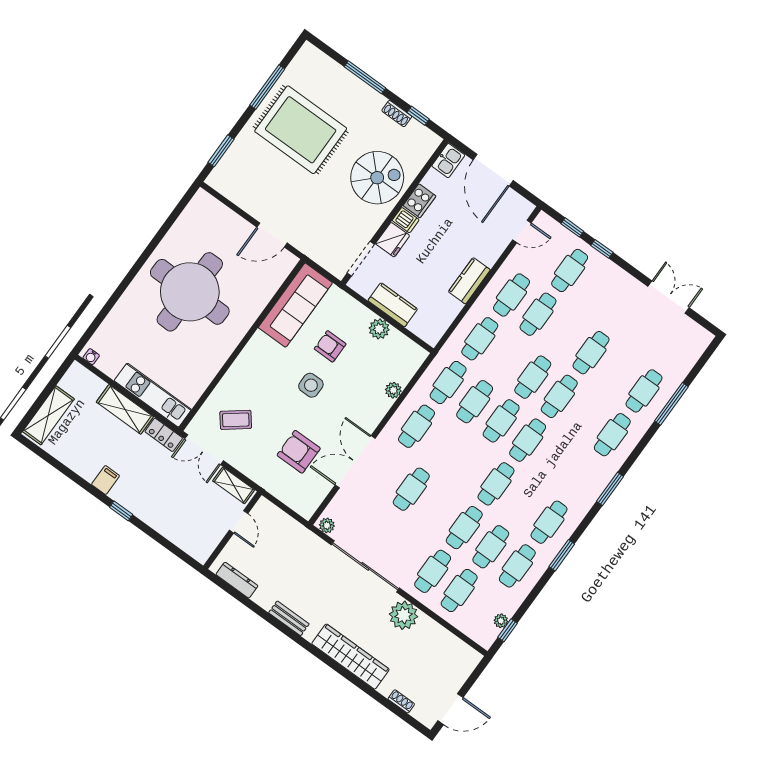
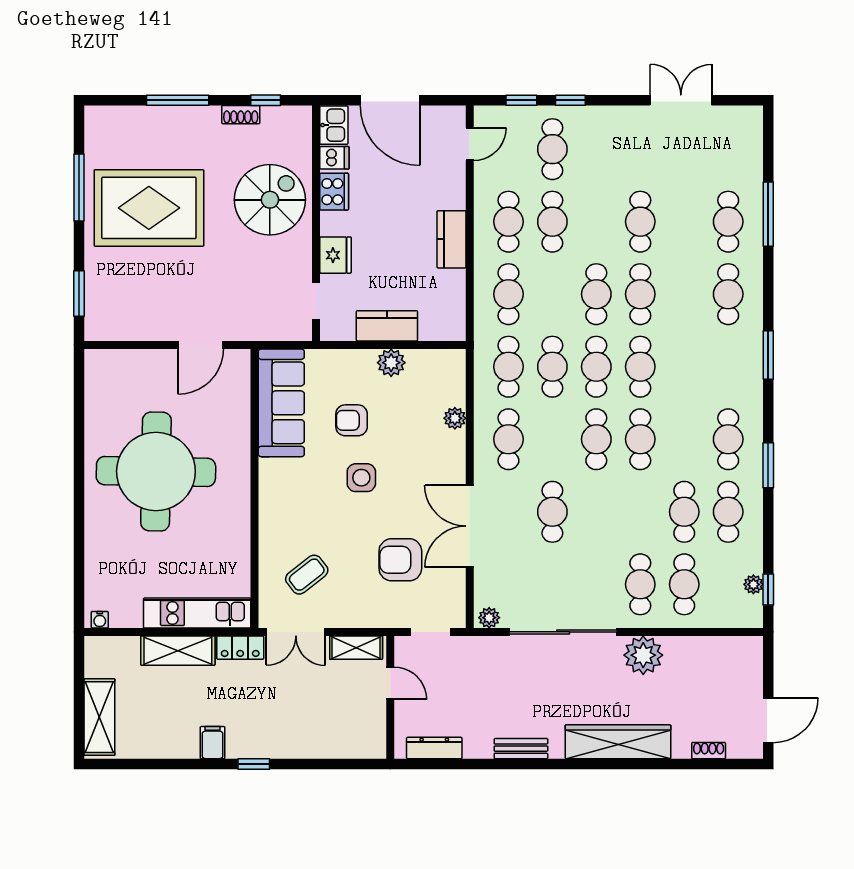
dishwasher: (406, 220) -> (334, 158), moved
doorway: (361, 259) -> (316, 301), width x0.73
doorway: (285, 508) -> (430, 632), added
cafe table: (464, 528) -> (596, 439), moved

